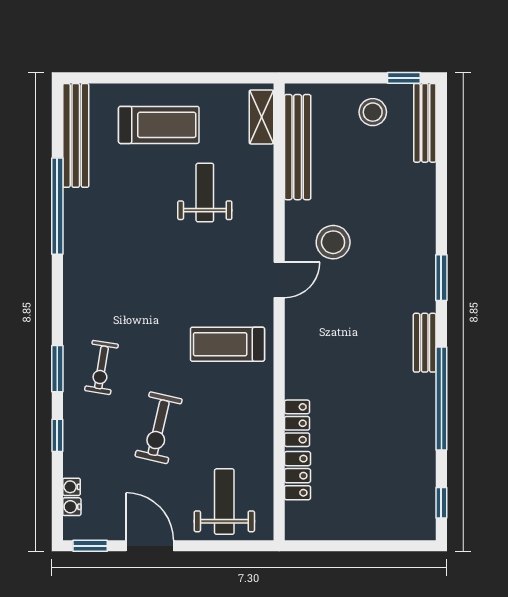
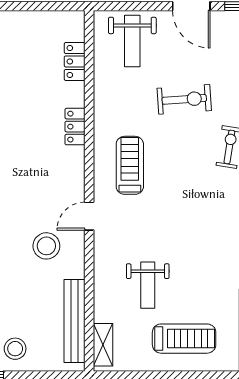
treadmill: (159, 125) -> (184, 339), turned 180
treadmill: (227, 344) -> (130, 165), turned -90
locker: (297, 423) -> (75, 127), moved
exercise bike: (159, 428) -> (184, 99), turned 73

